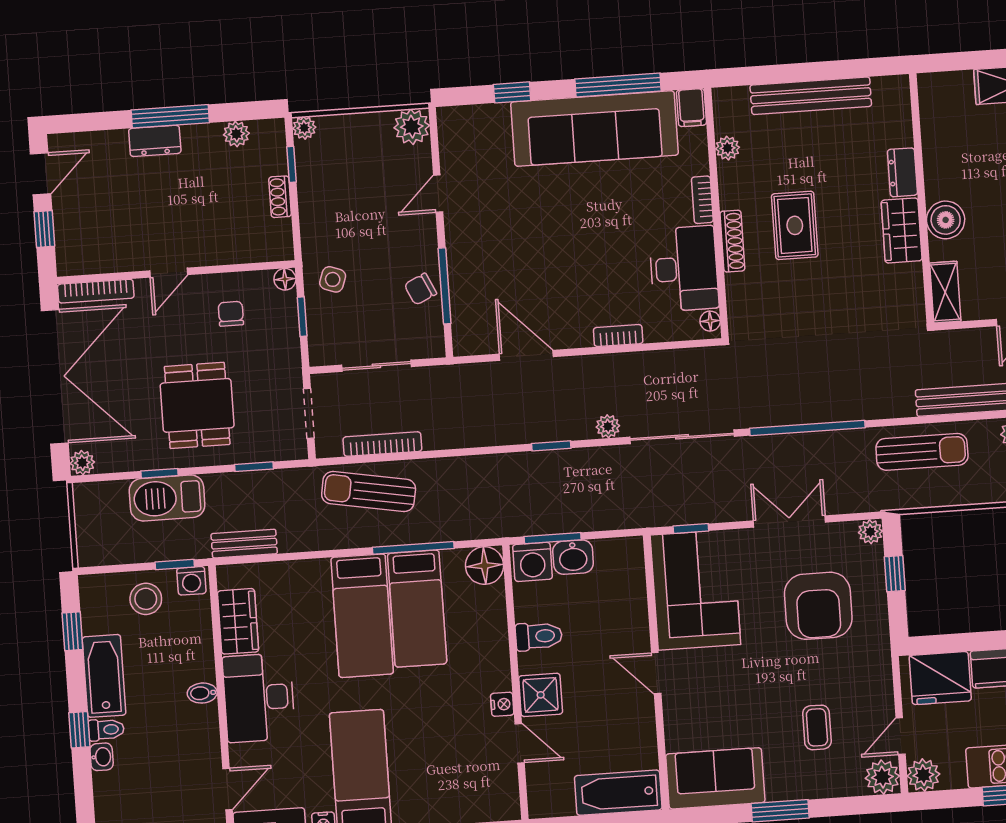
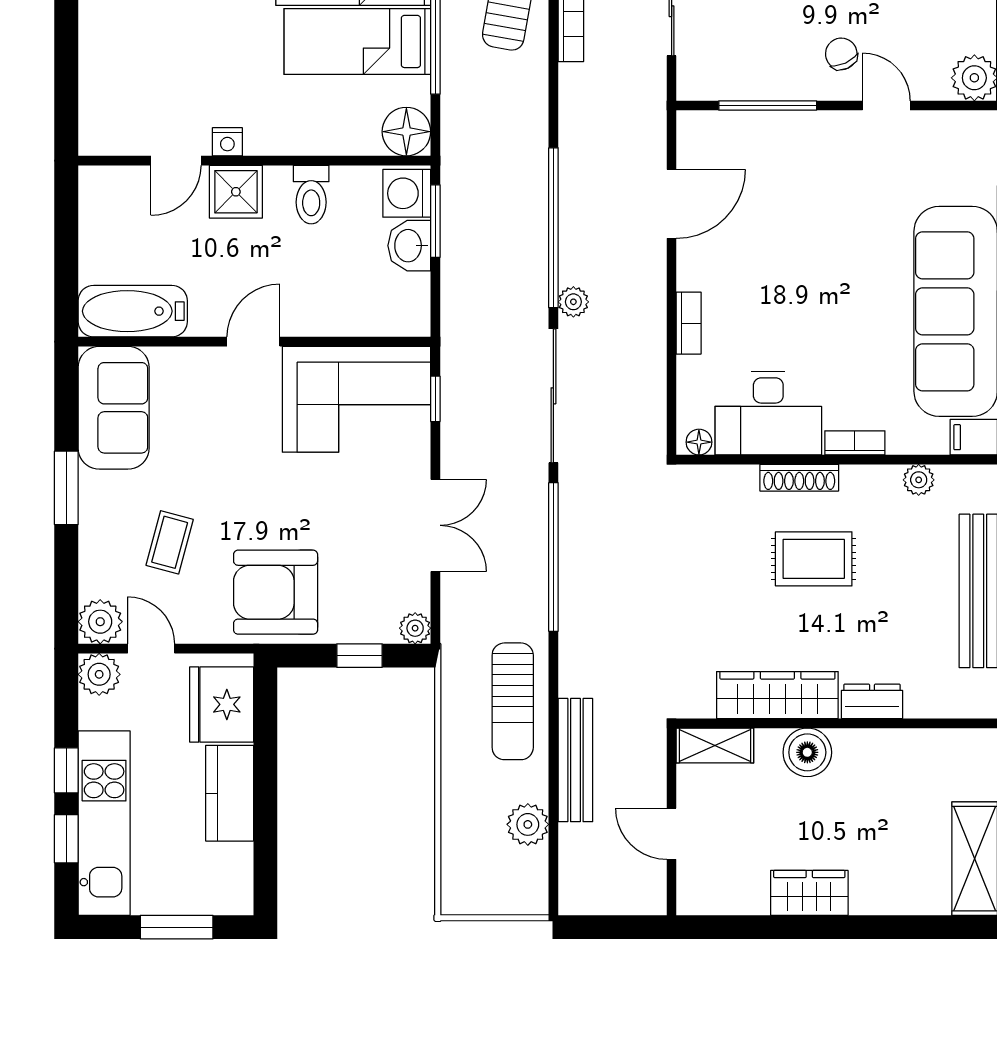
wardrobe: (902, 230) -> (777, 695), width x1.50
chair: (420, 289) -> (841, 54), moved
window: (551, 446) -> (553, 228), width x3.17
armchair: (818, 606) -> (276, 592), moved
coffee table: (817, 727) -> (170, 542), turned -75
bathtub: (618, 793) -> (133, 311), moved, turned -90

